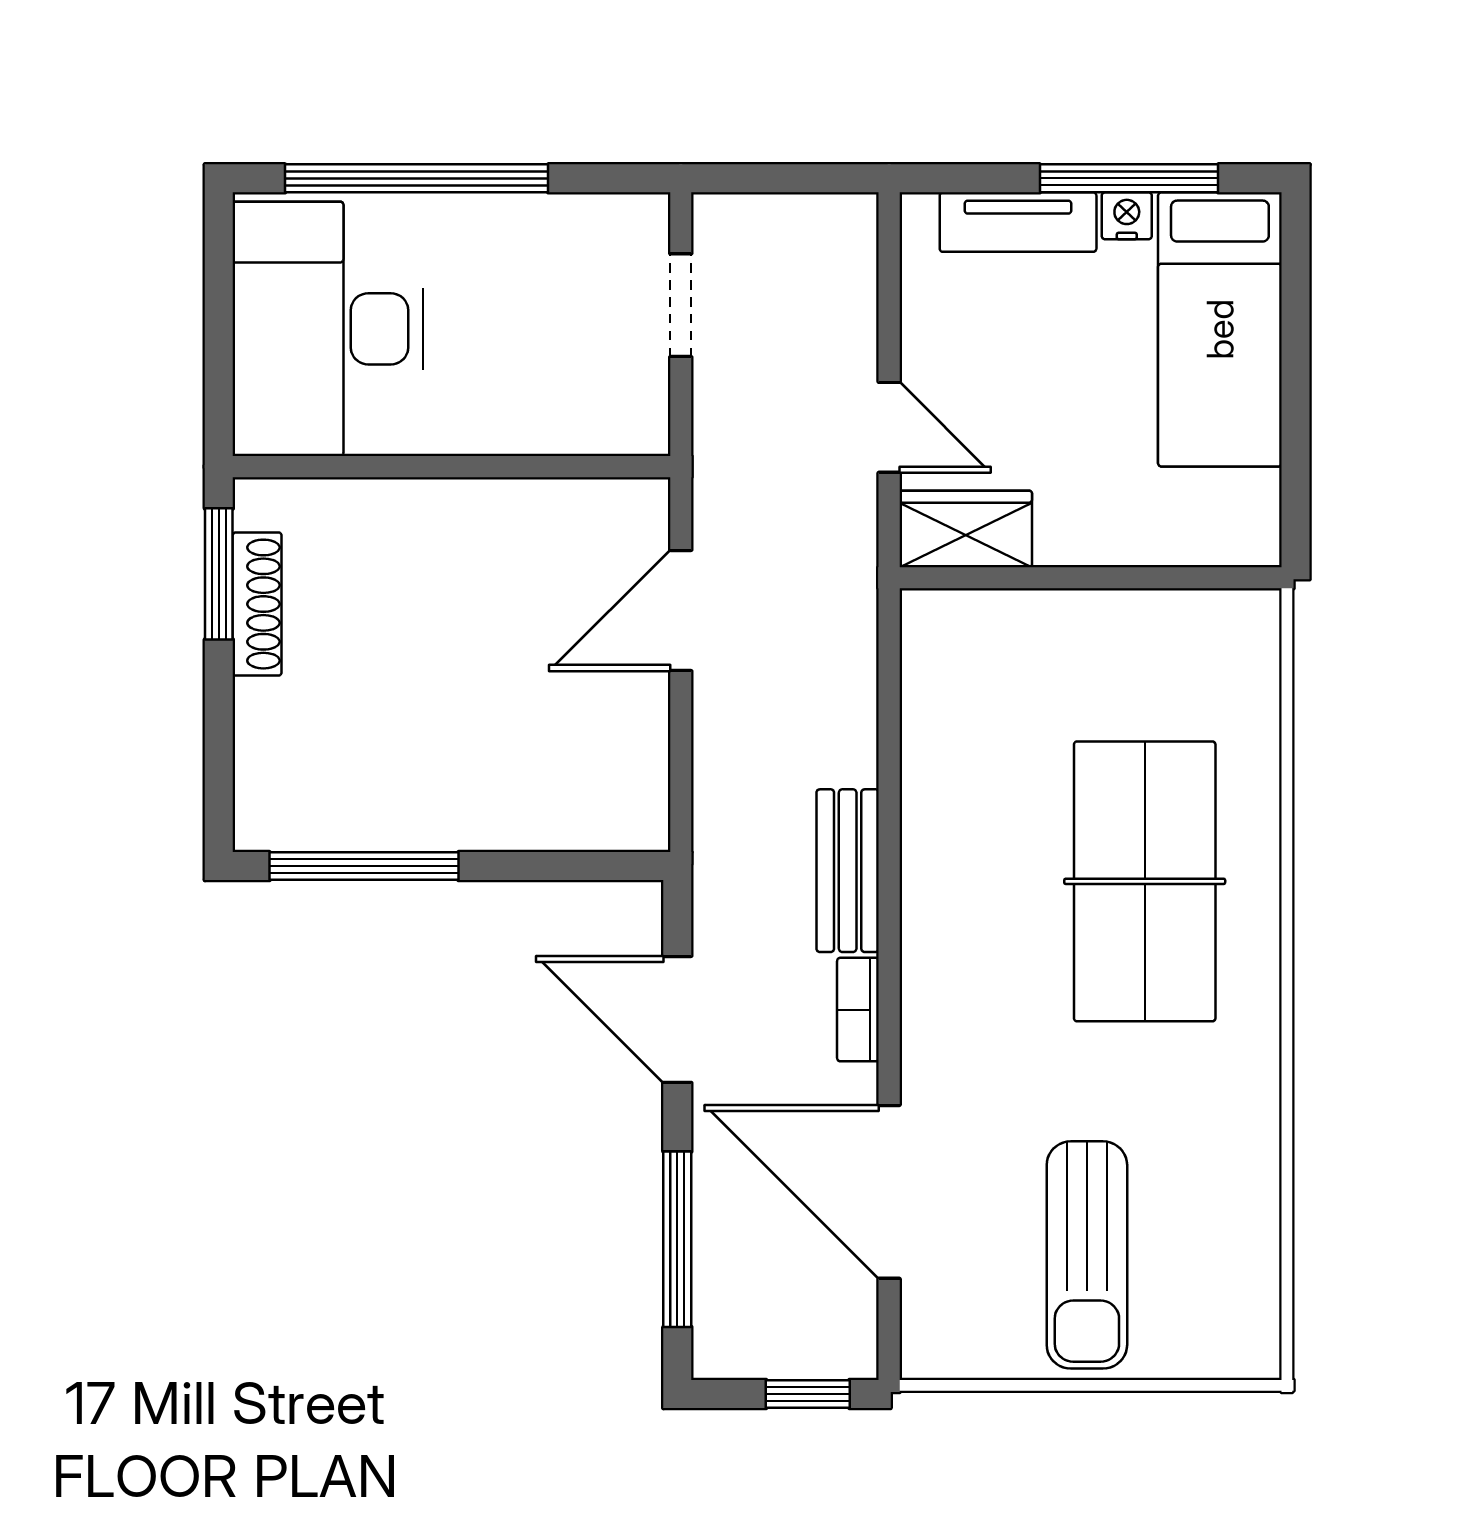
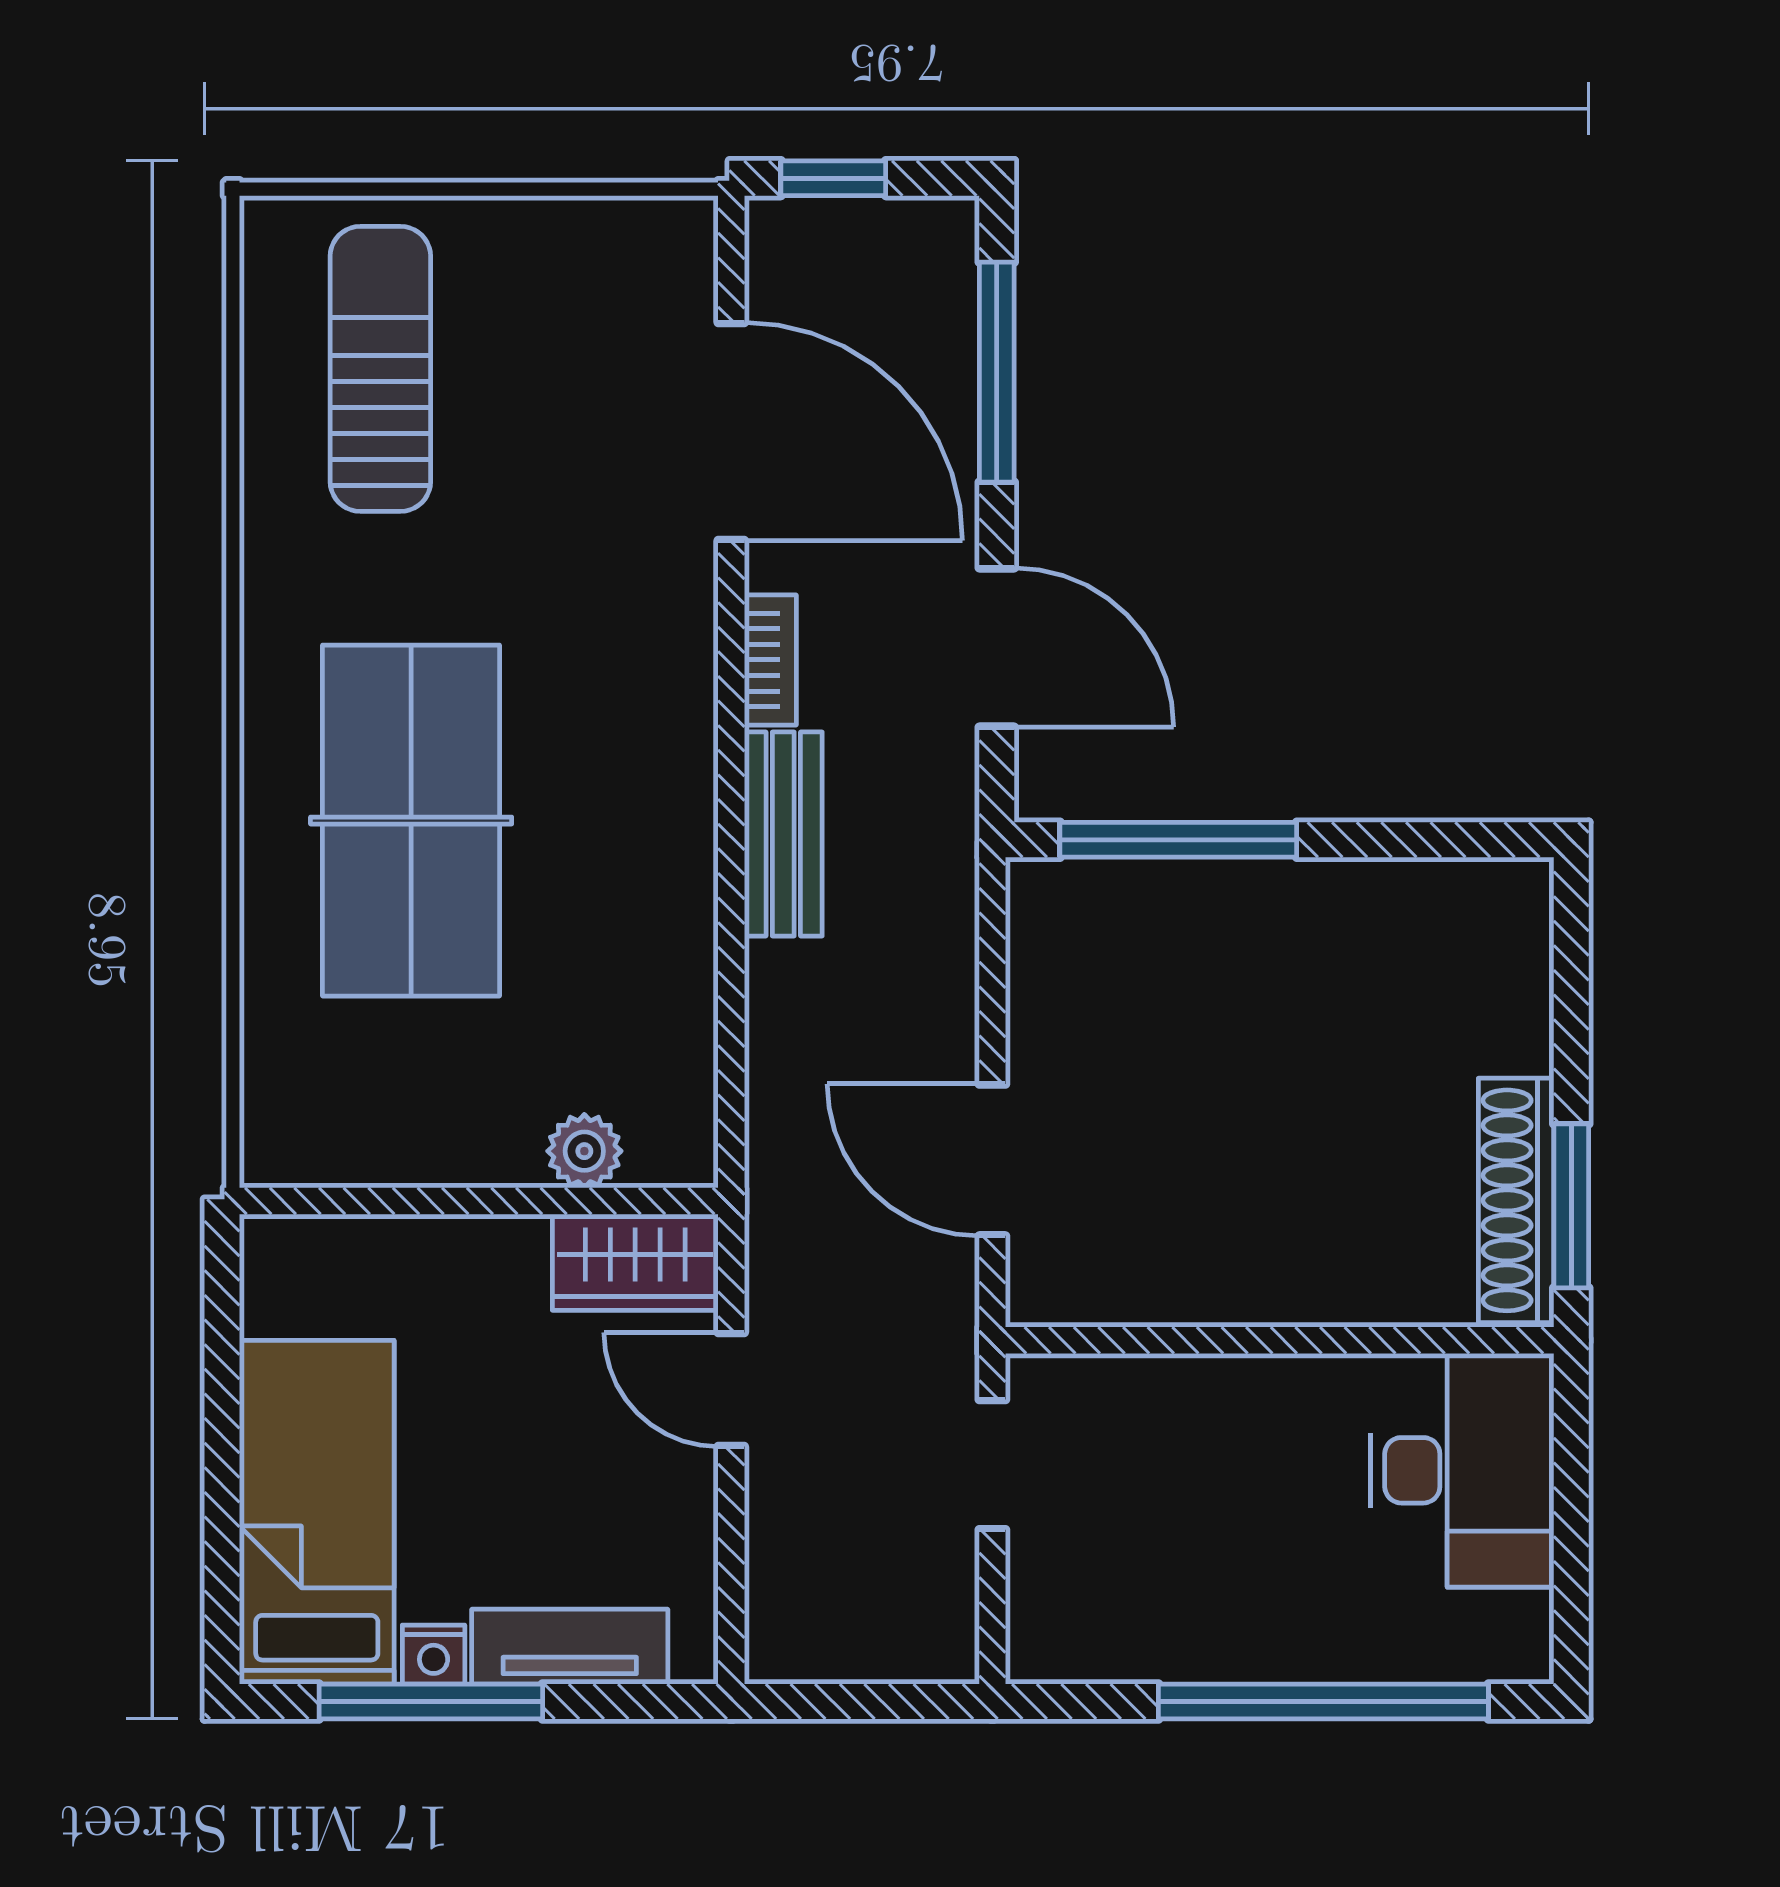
doorway: (681, 305) -> (992, 1465), moved
desk: (328, 329) -> (1462, 1470), width x0.73, depth x0.77
shoe rack: (257, 604) -> (1516, 1200), width x1.36, depth x1.24
door: (681, 611) -> (992, 1160), swing flipped
plant: (1006, 618) -> (584, 1151), added
window: (364, 866) -> (1178, 840), moved
sun lounger: (1087, 1255) -> (380, 369), moved

